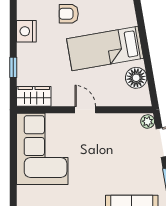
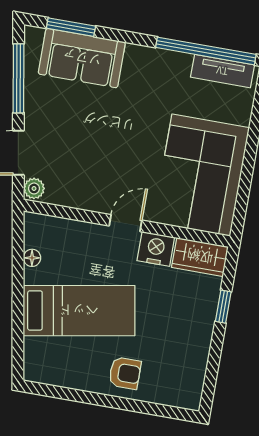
nightstand: (26, 31) -> (156, 249), moved, turned -90
floor lamp: (136, 78) -> (32, 258), width x0.53, depth x0.53
door: (85, 110) -> (125, 223), swing flipped

